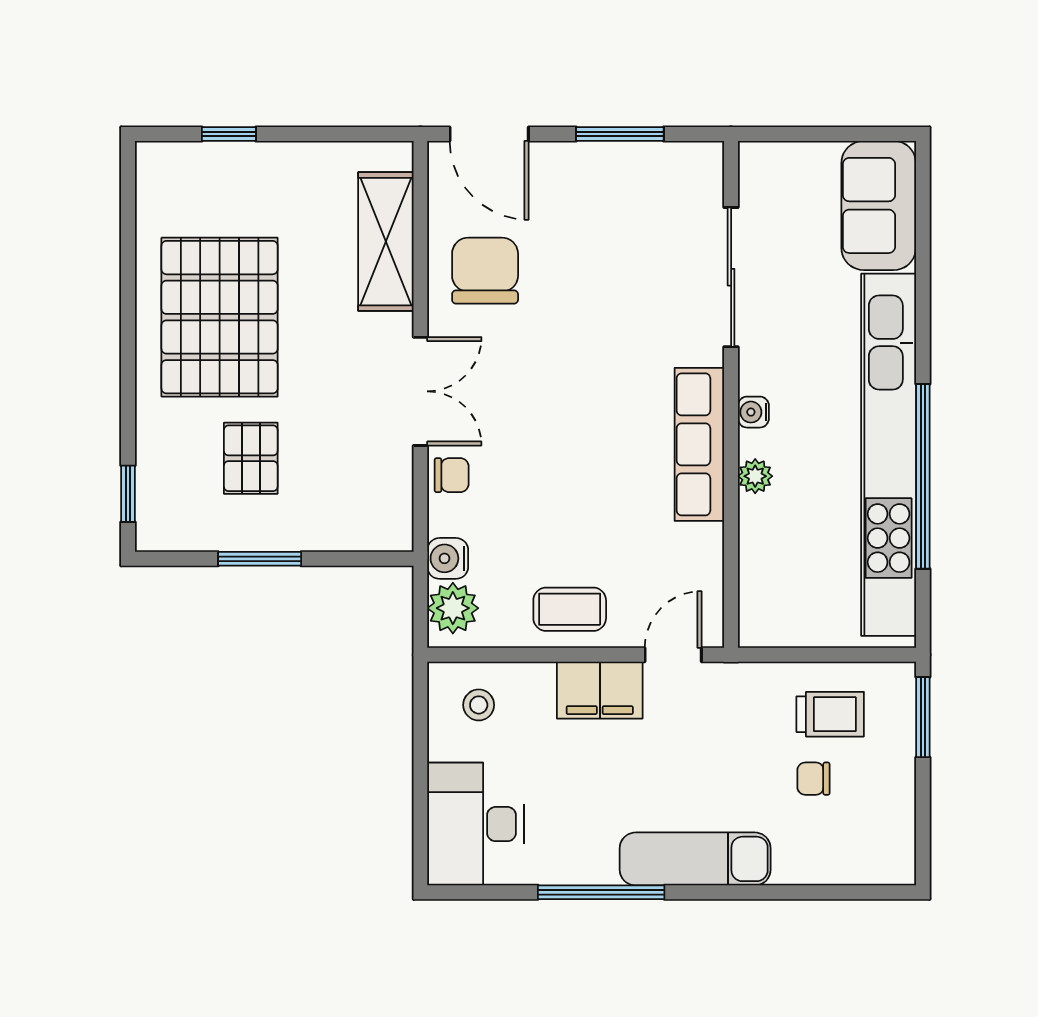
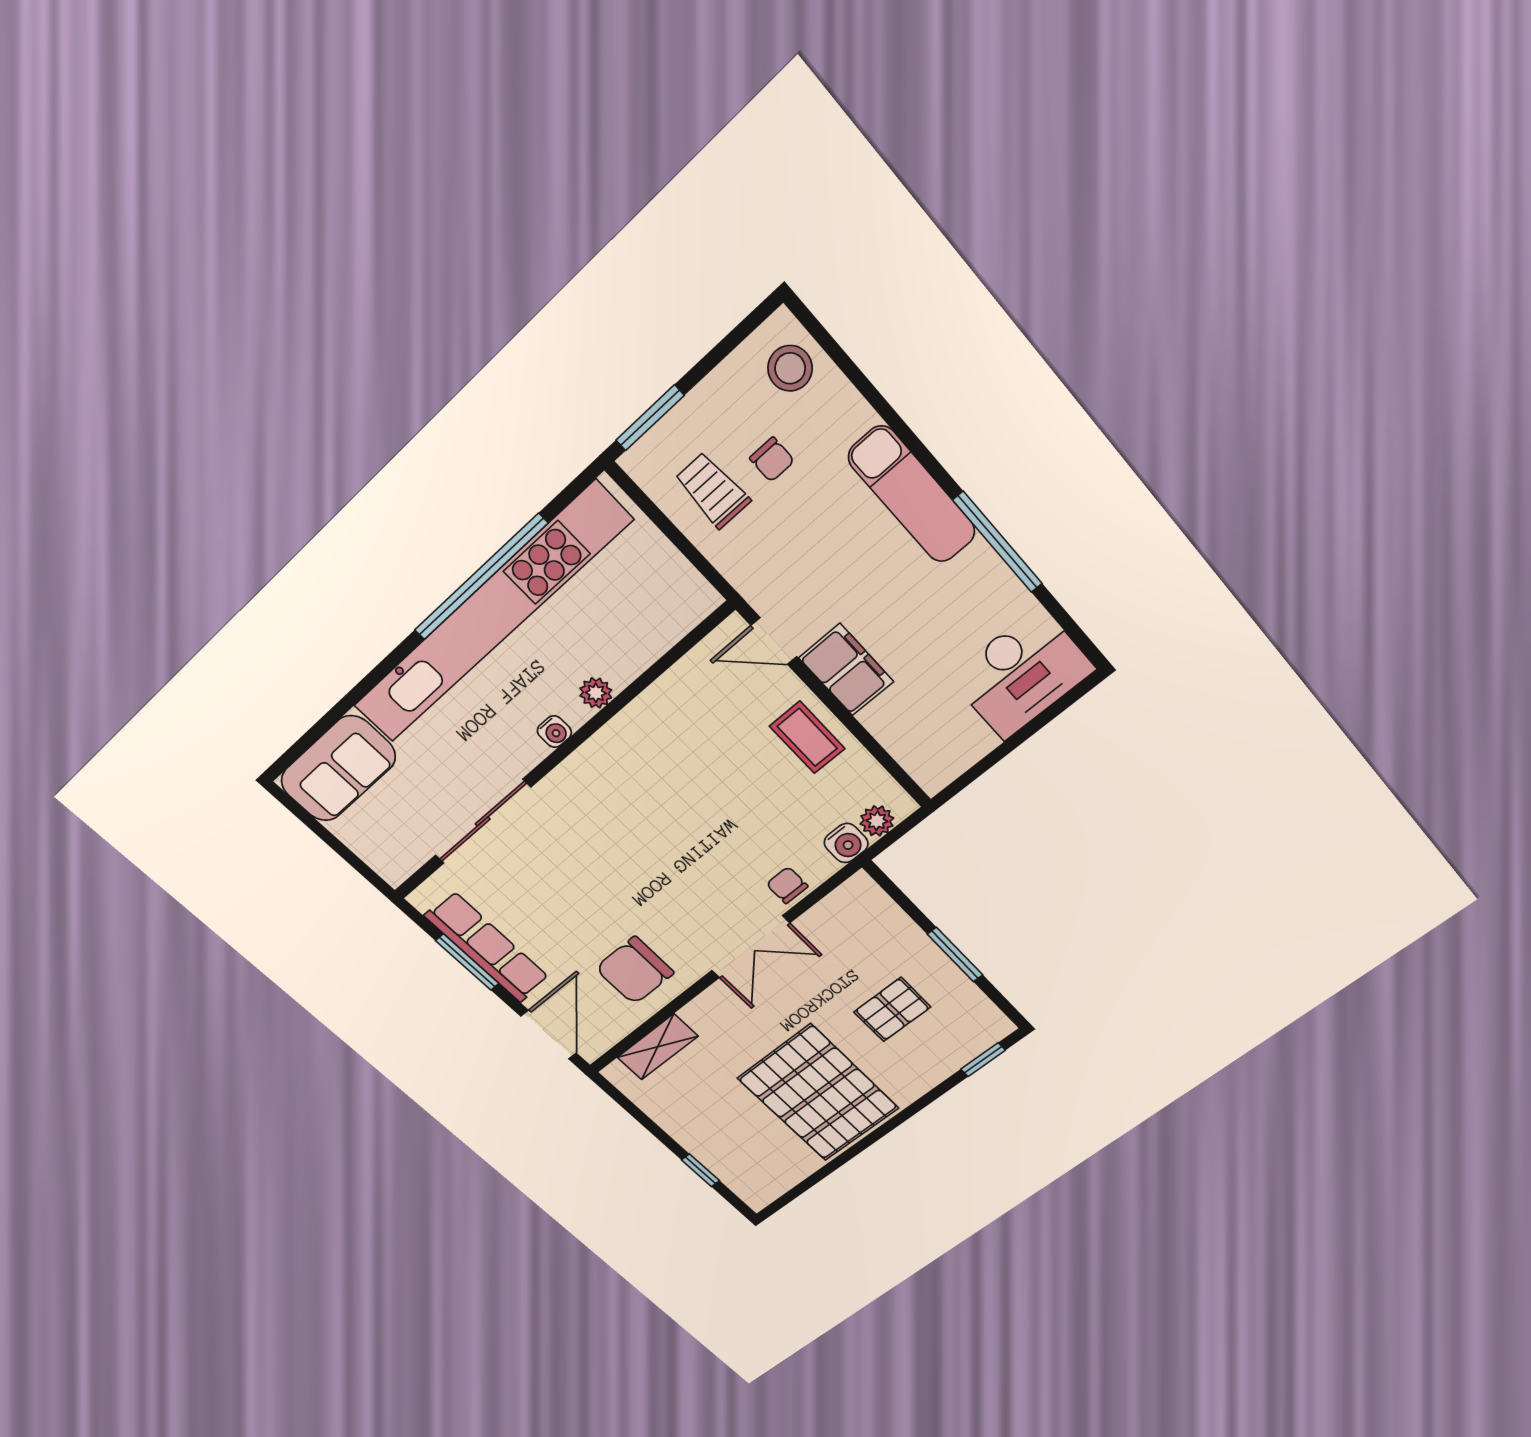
shelving: (386, 242) -> (658, 1047), width x0.67, depth x0.75
pallet: (220, 317) -> (818, 1093), turned 90
double door: (420, 391) -> (750, 947), swing flipped
row of seats: (699, 444) -> (487, 947), moved, turned -90
plant: (453, 608) -> (877, 821), width x0.73, depth x0.73
stool: (479, 705) -> (790, 368), moved, width x1.37, depth x1.37

